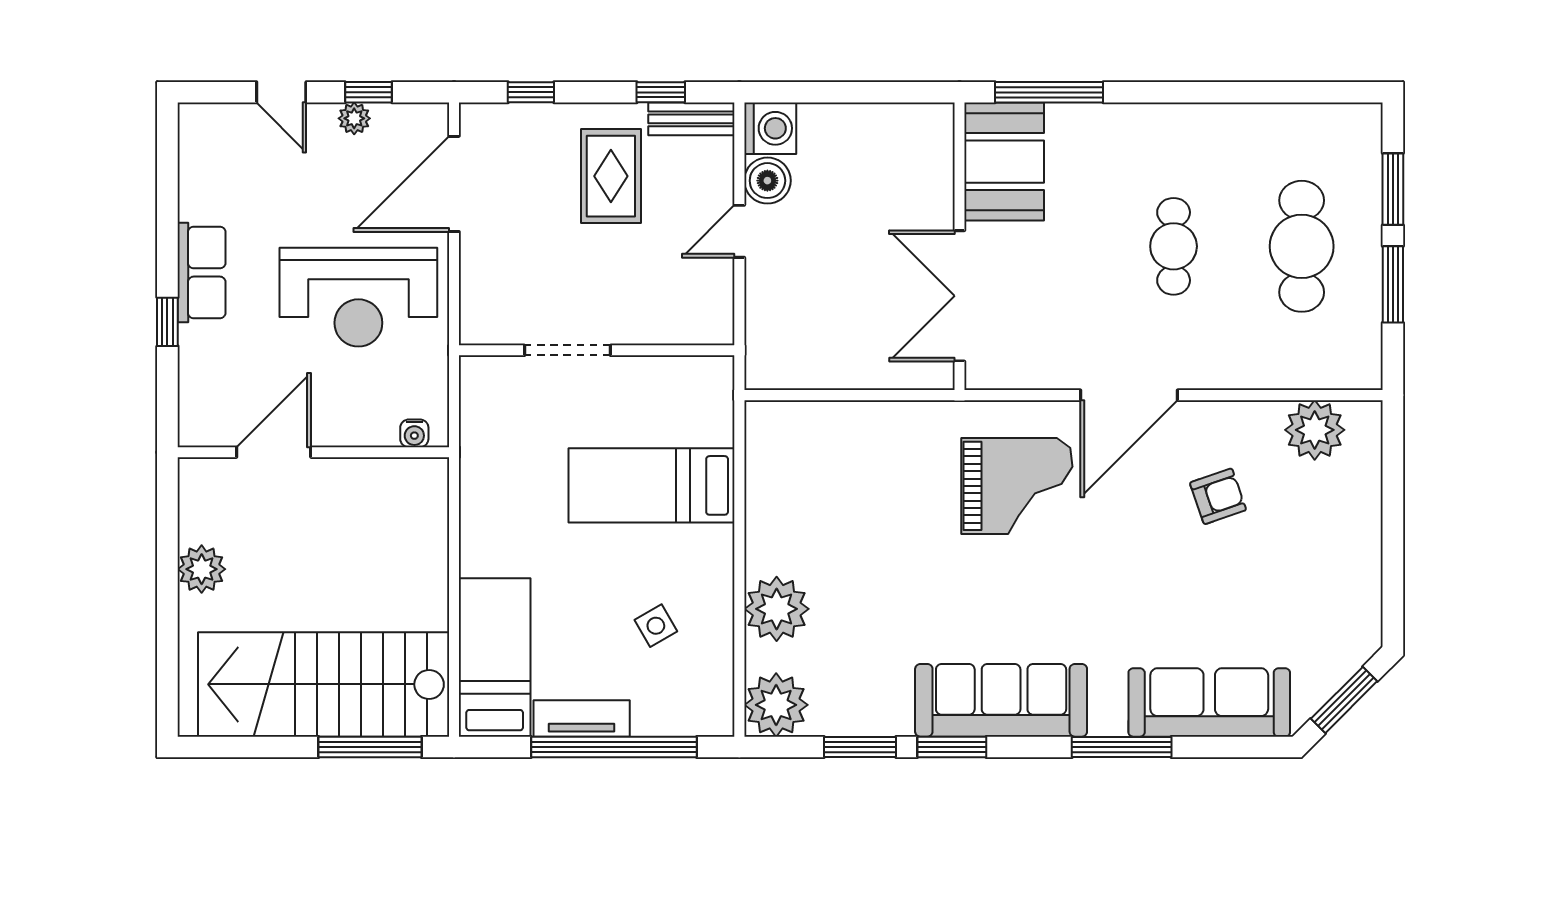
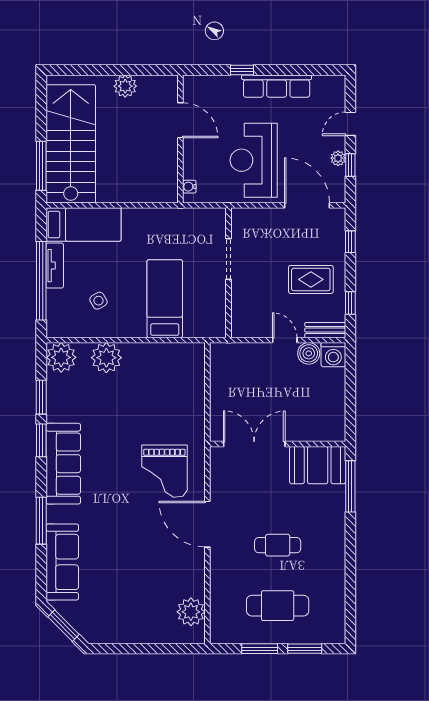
bench: (691, 119) -> (325, 330), moved, turned 90
row of seats: (201, 272) -> (277, 86), width x1.48
armchair: (1218, 496) -> (160, 566), removed

